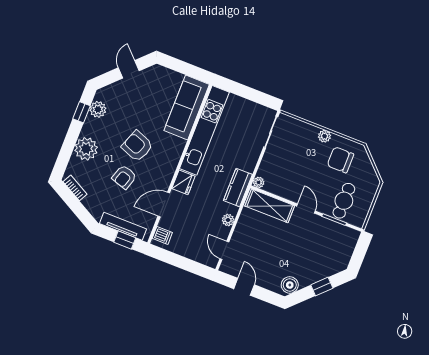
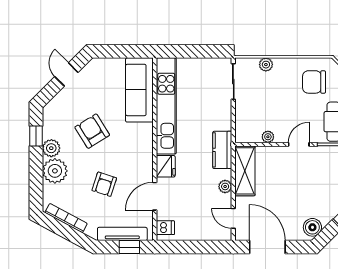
plant: (98, 109) -> (51, 148), moved
plant: (325, 136) -> (266, 65), moved
armchair: (137, 146) -> (92, 131), moved, turned 37
plant: (259, 182) -> (268, 137), moved
bookcase: (75, 188) -> (66, 218), width x1.56
shelving: (270, 206) -> (245, 171), moved, turned 90
door: (306, 209) -> (299, 144), hinge flipped
door: (244, 287) -> (267, 247), width x1.88

